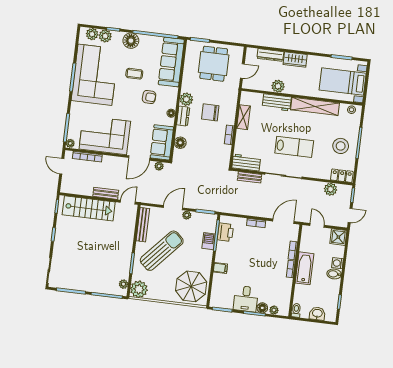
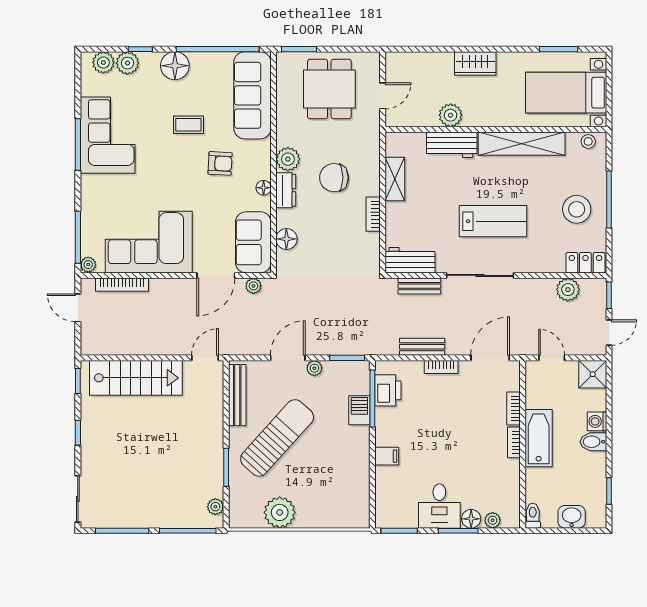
dresser: (270, 55) -> (430, 61), removed
corner sofa: (95, 75) -> (108, 135), width x0.73, depth x0.74
bench: (106, 193) -> (422, 347), moved
parasol: (191, 286) -> (338, 496), removed
plant: (139, 289) -> (280, 512), moved

